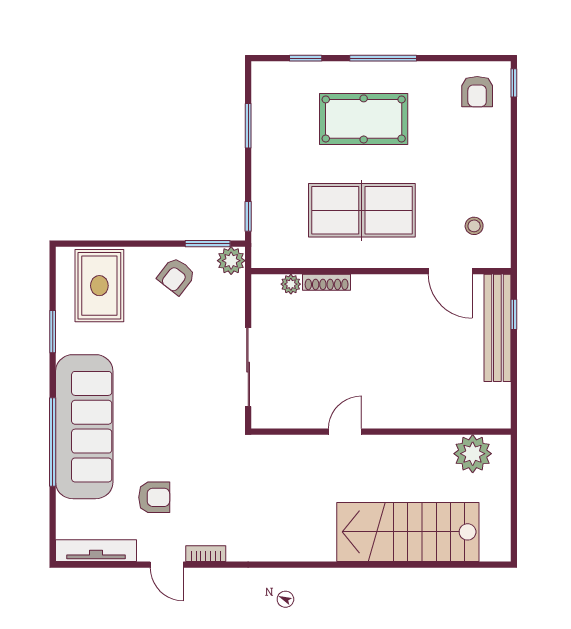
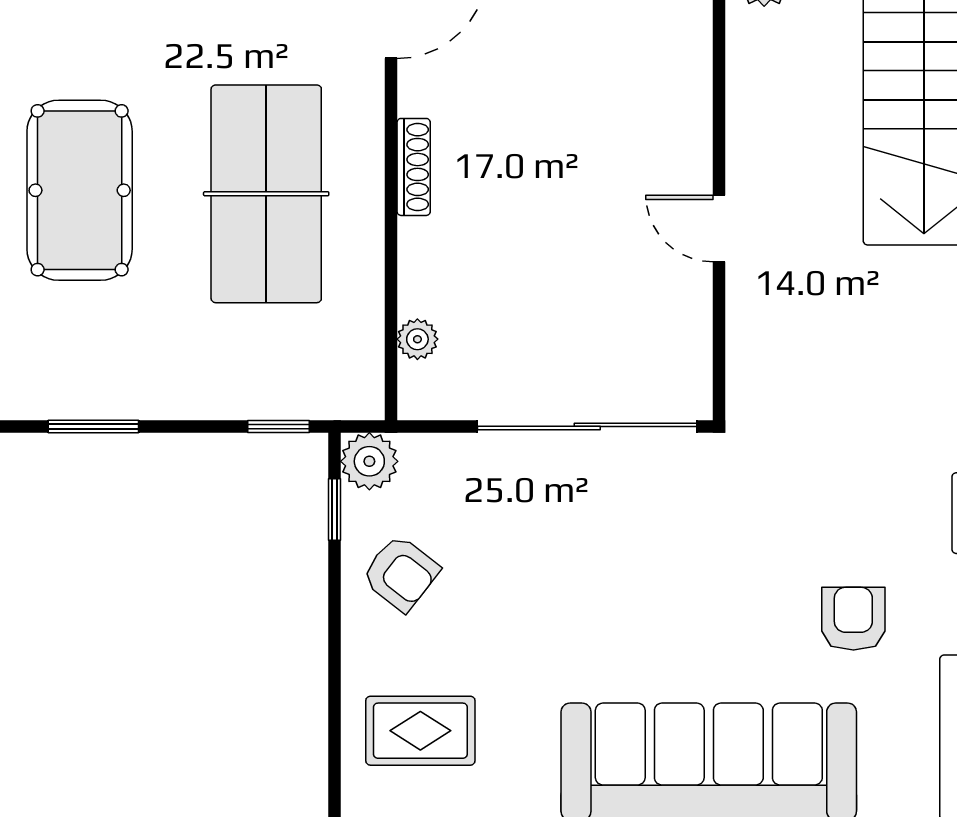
window: (208, 244) -> (335, 509), width x0.67
shoe rack: (327, 282) -> (414, 167), moved
rug: (99, 286) -> (420, 731), width x0.73, depth x0.70
sliding door: (248, 367) -> (587, 426), width x1.36

